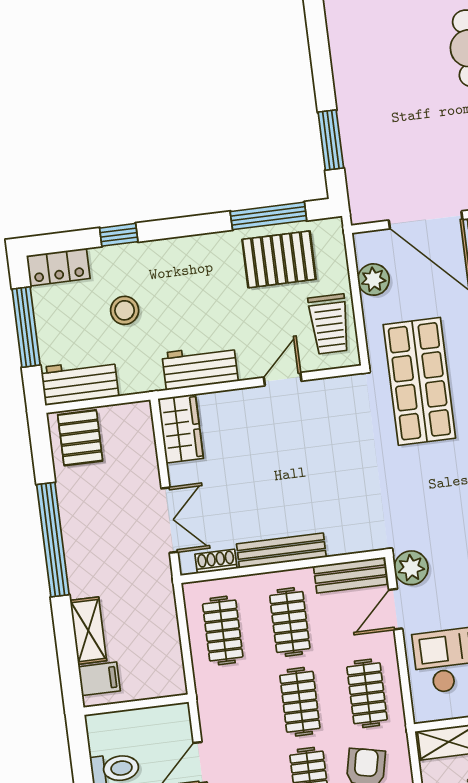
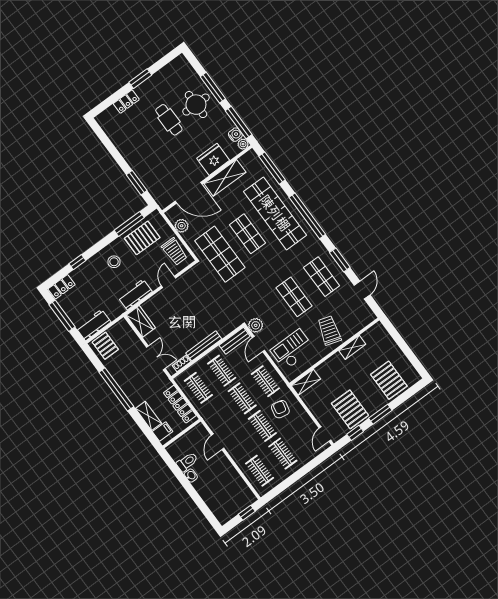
stool: (125, 310) -> (114, 262), moved
locker: (166, 642) -> (180, 404), added

